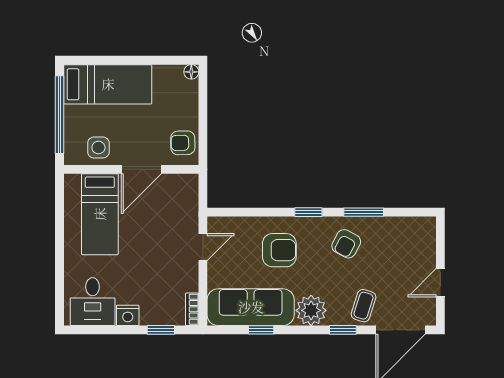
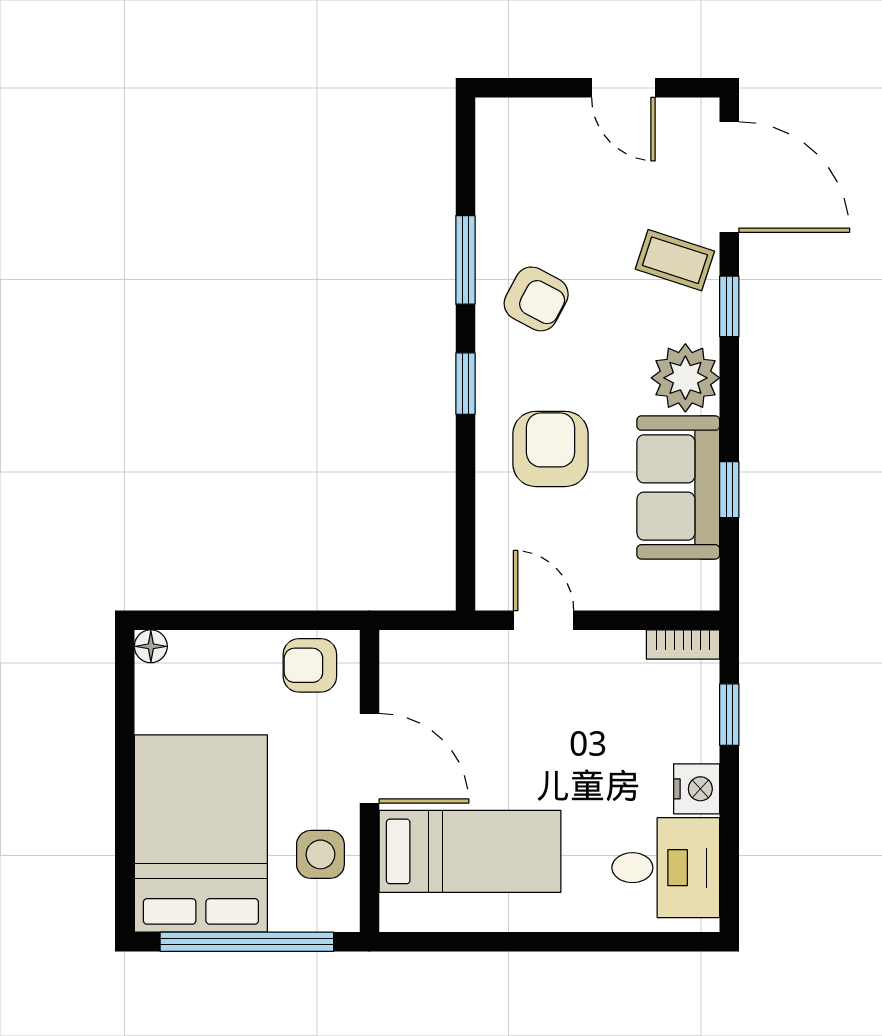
bed: (108, 84) -> (201, 834), width x1.50
armchair: (183, 143) -> (310, 665), turned 91
sofa: (251, 307) -> (678, 487), width x0.73

